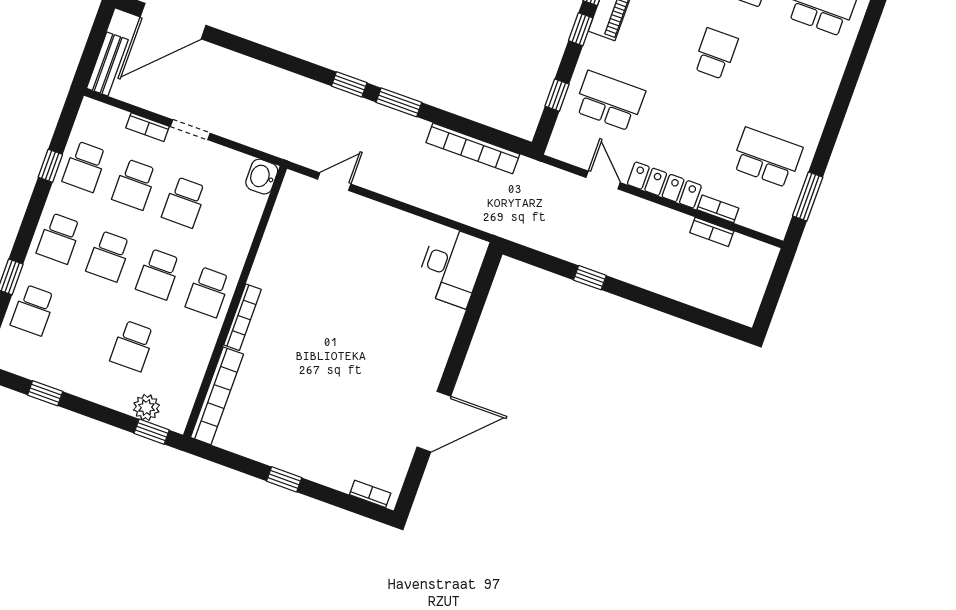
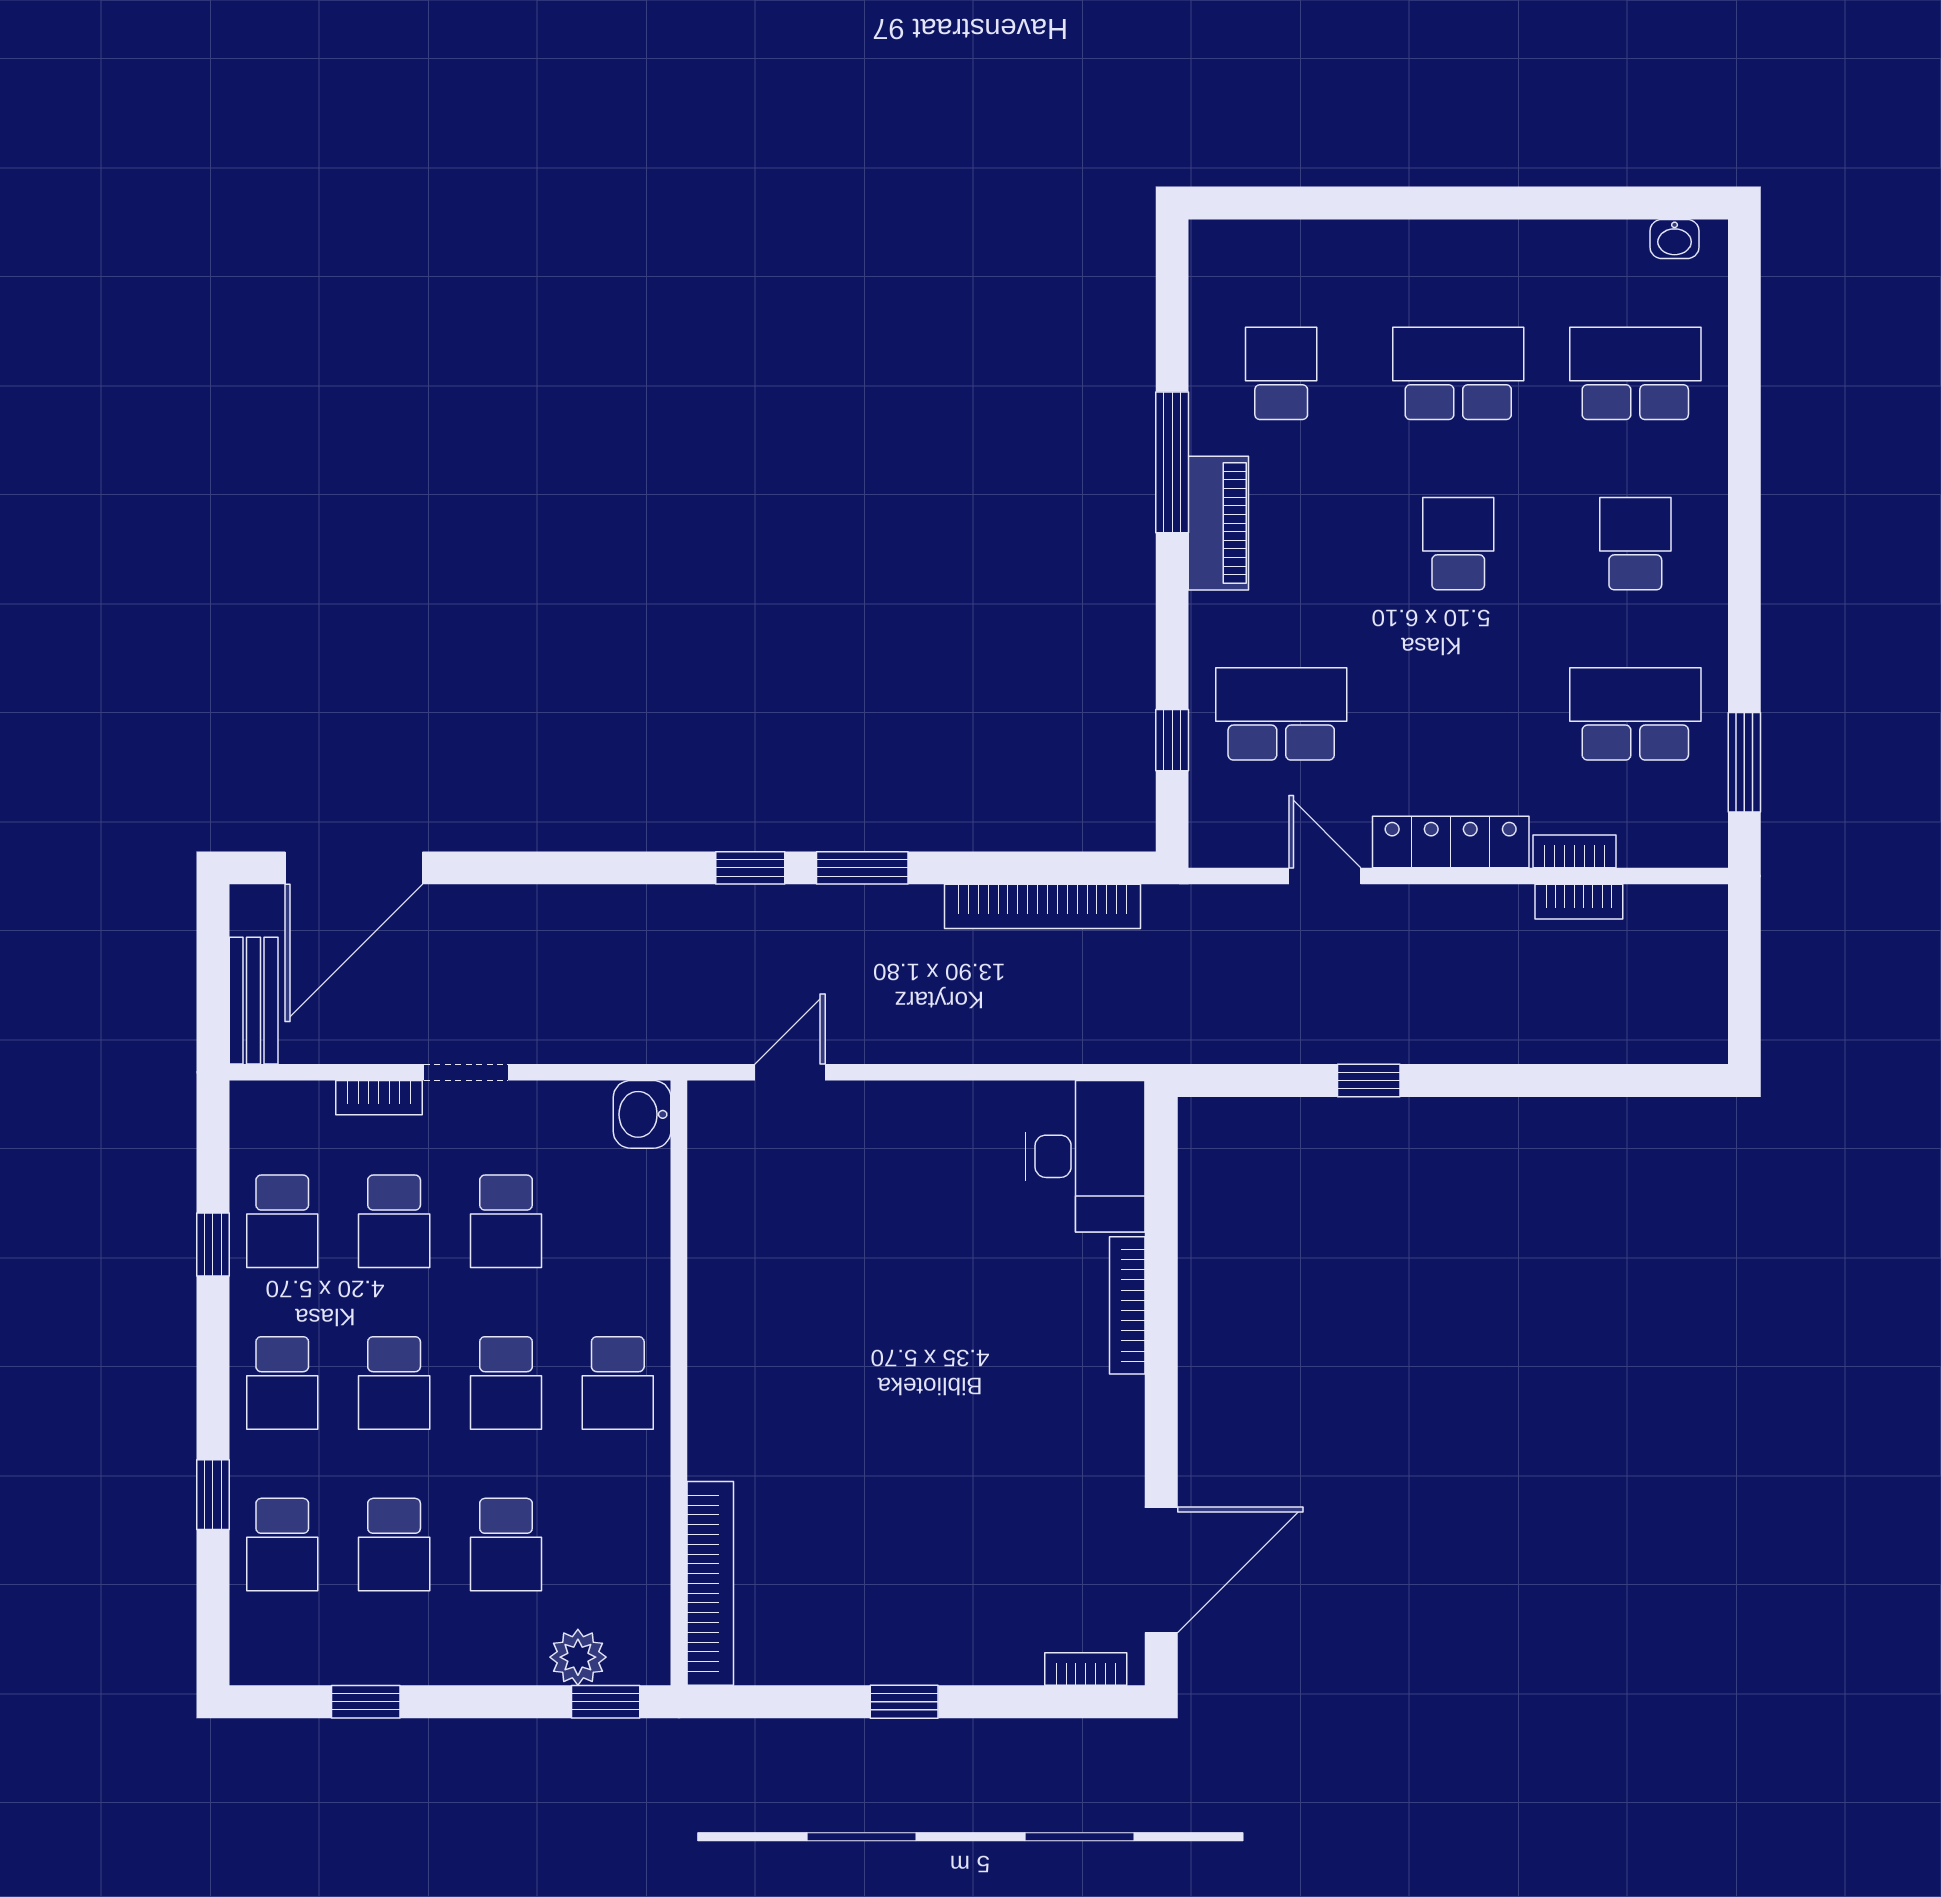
window: (581, 29) -> (1172, 592), removed
school desk: (794, 82) -> (1635, 544), added
bookcase: (243, 317) -> (1127, 1305), moved, turned 180
school desk: (83, 328) -> (394, 1545), added
door: (434, 422) -> (1161, 1570), moved

